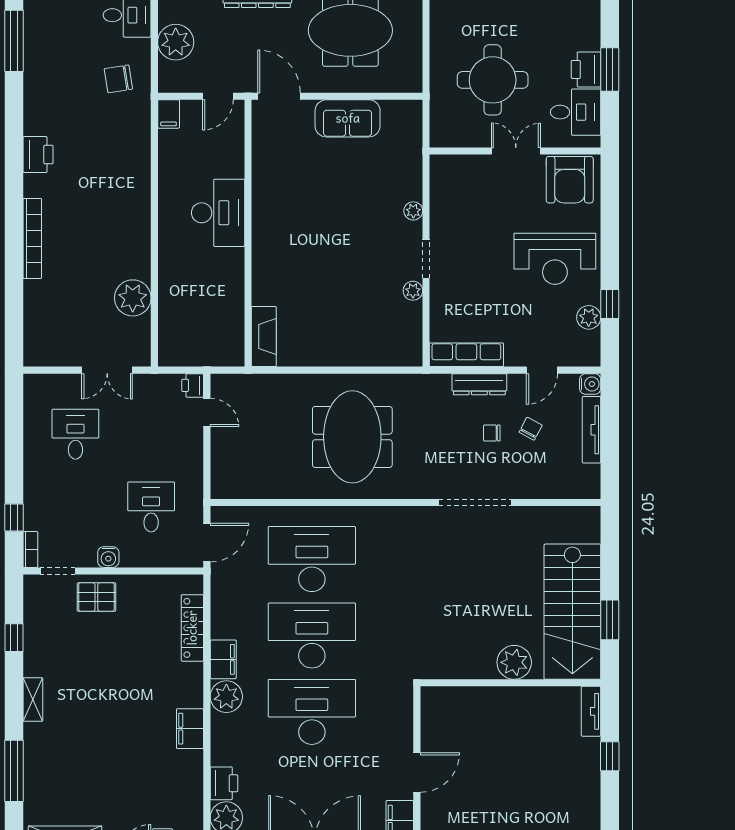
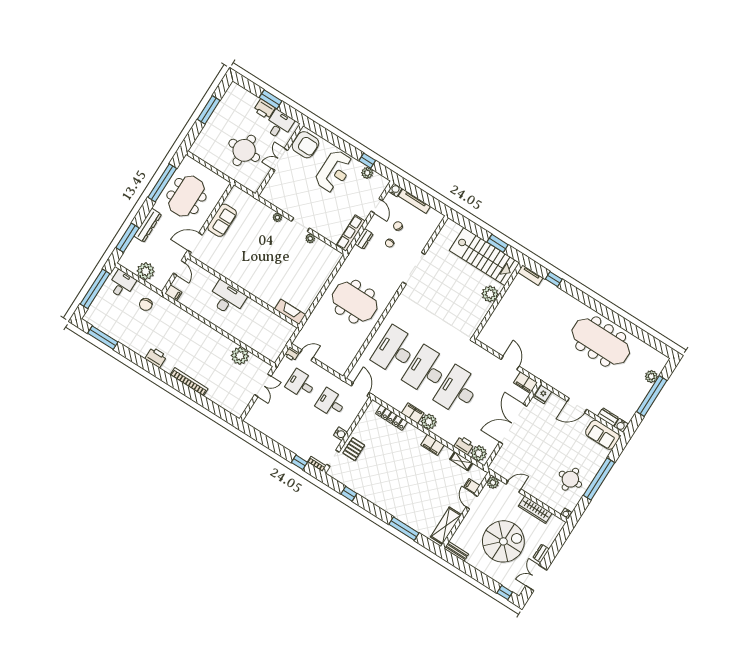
dresser: (479, 384) -> (364, 239), width x0.70
desk: (75, 434) -> (301, 384), moved
shelving: (33, 700) -> (461, 461), moved

